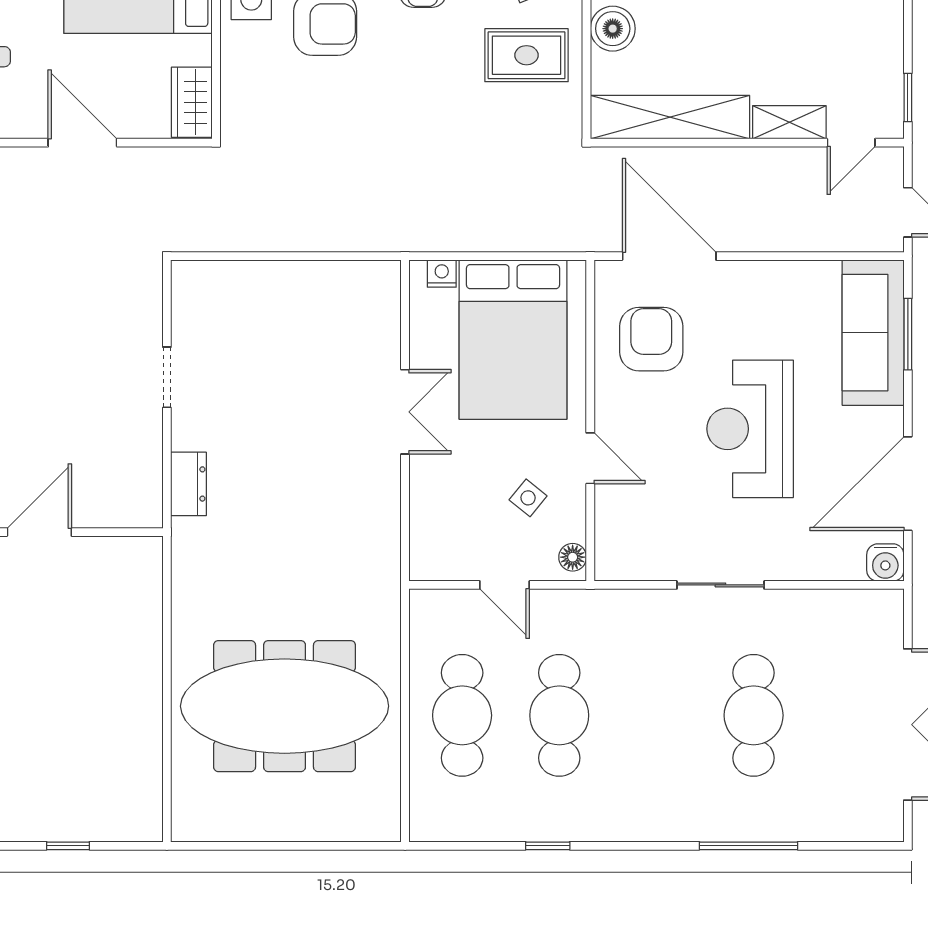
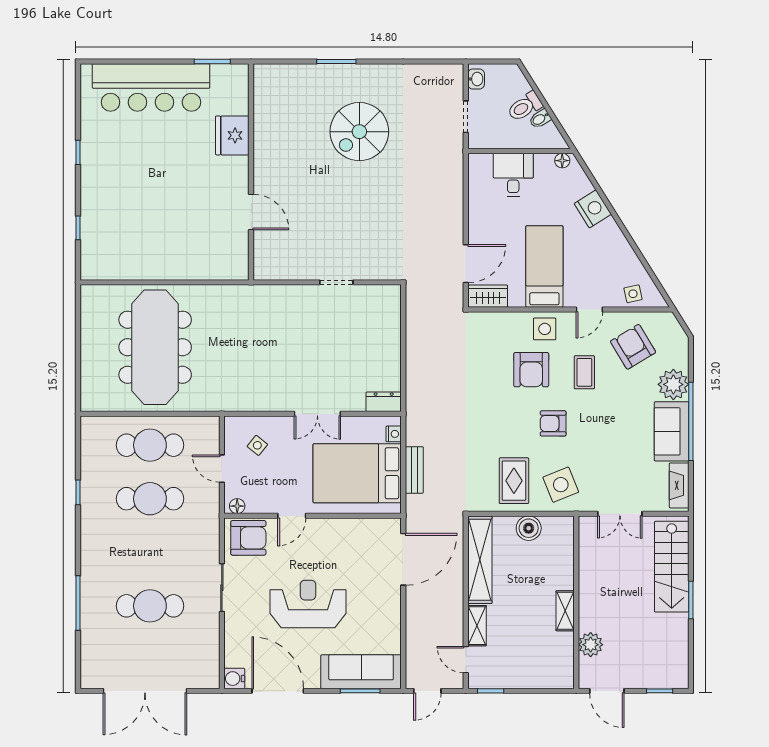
door: (82, 143) -> (466, 264), moved
bench: (507, 236) -> (414, 470), added
armchair: (651, 339) -> (248, 538), moved
dresser: (189, 484) -> (384, 402), moved, turned 180
side table: (528, 498) -> (257, 445), moved
door: (505, 585) -> (222, 469), hinge flipped

